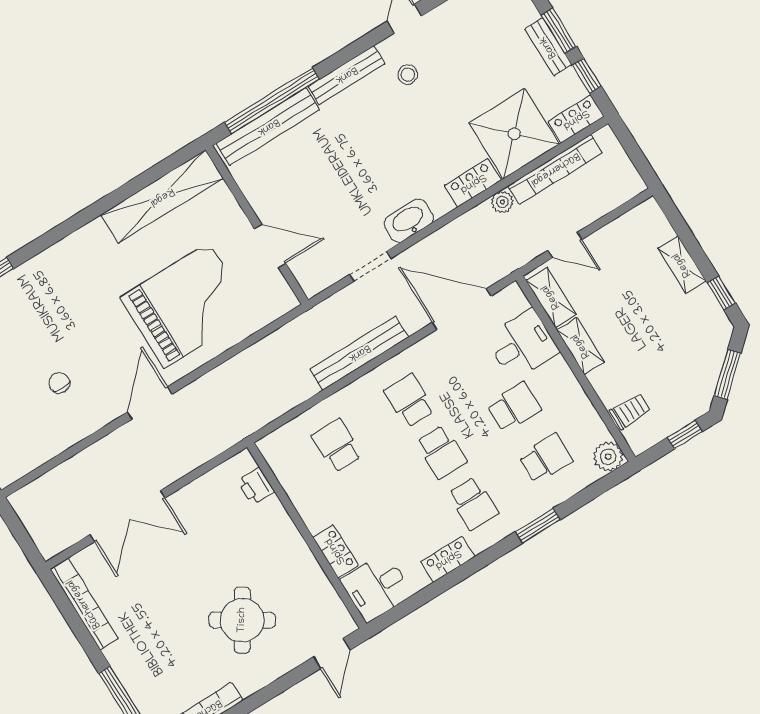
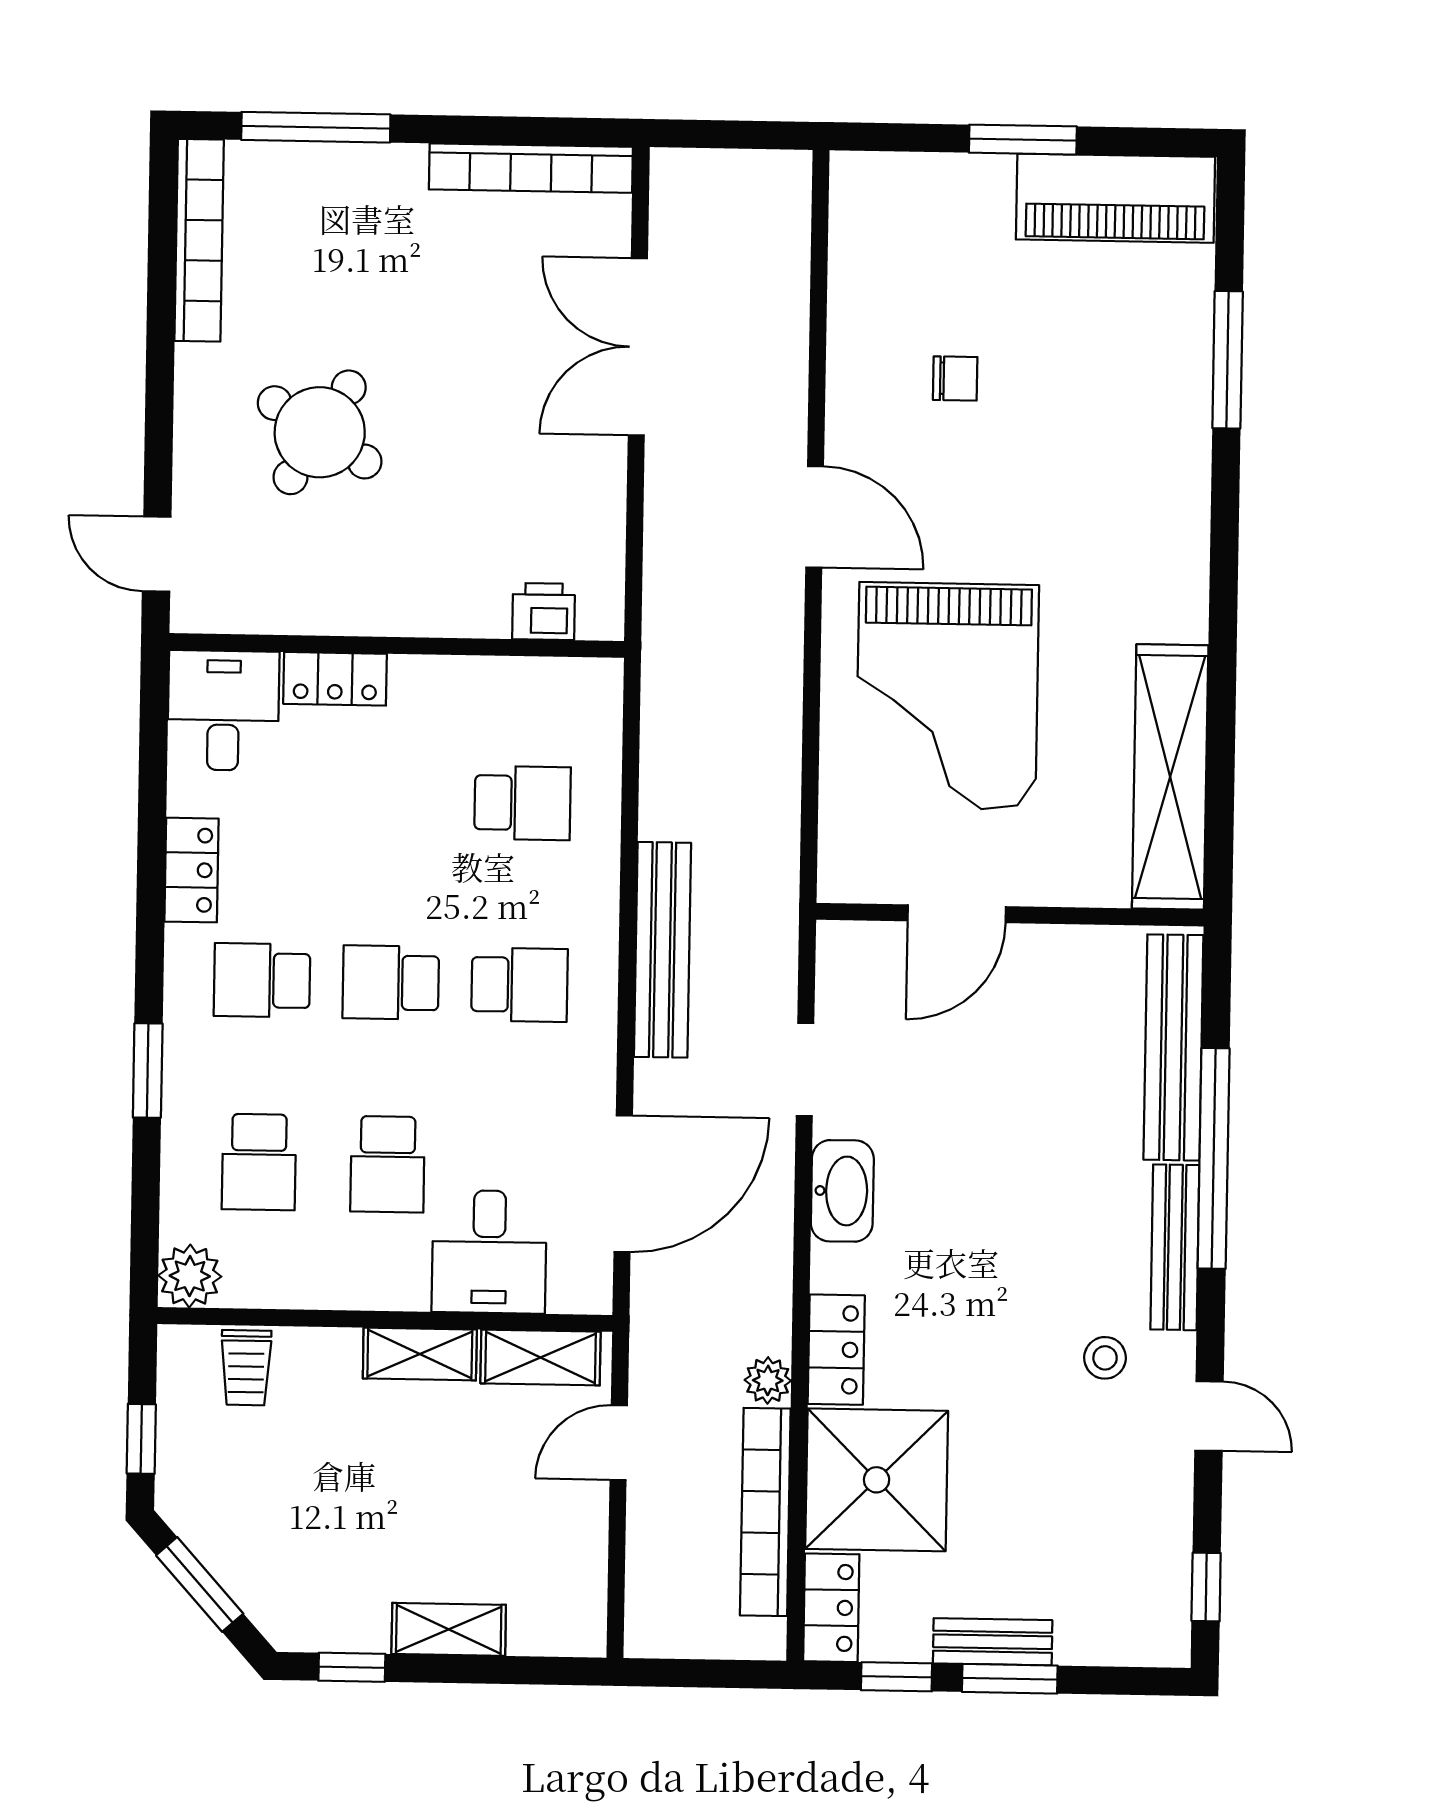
window: (272, 101) -> (1214, 1158), moved

